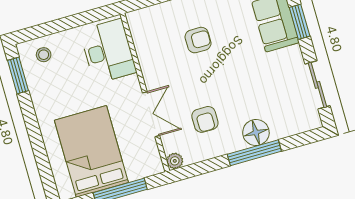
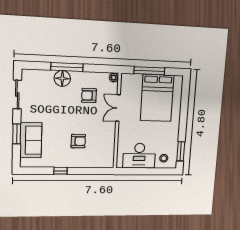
armchair: (198, 40) -> (78, 141), turned 180
desk: (108, 51) -> (139, 156), moved, turned -90
armchair: (205, 119) -> (89, 95), turned -90

